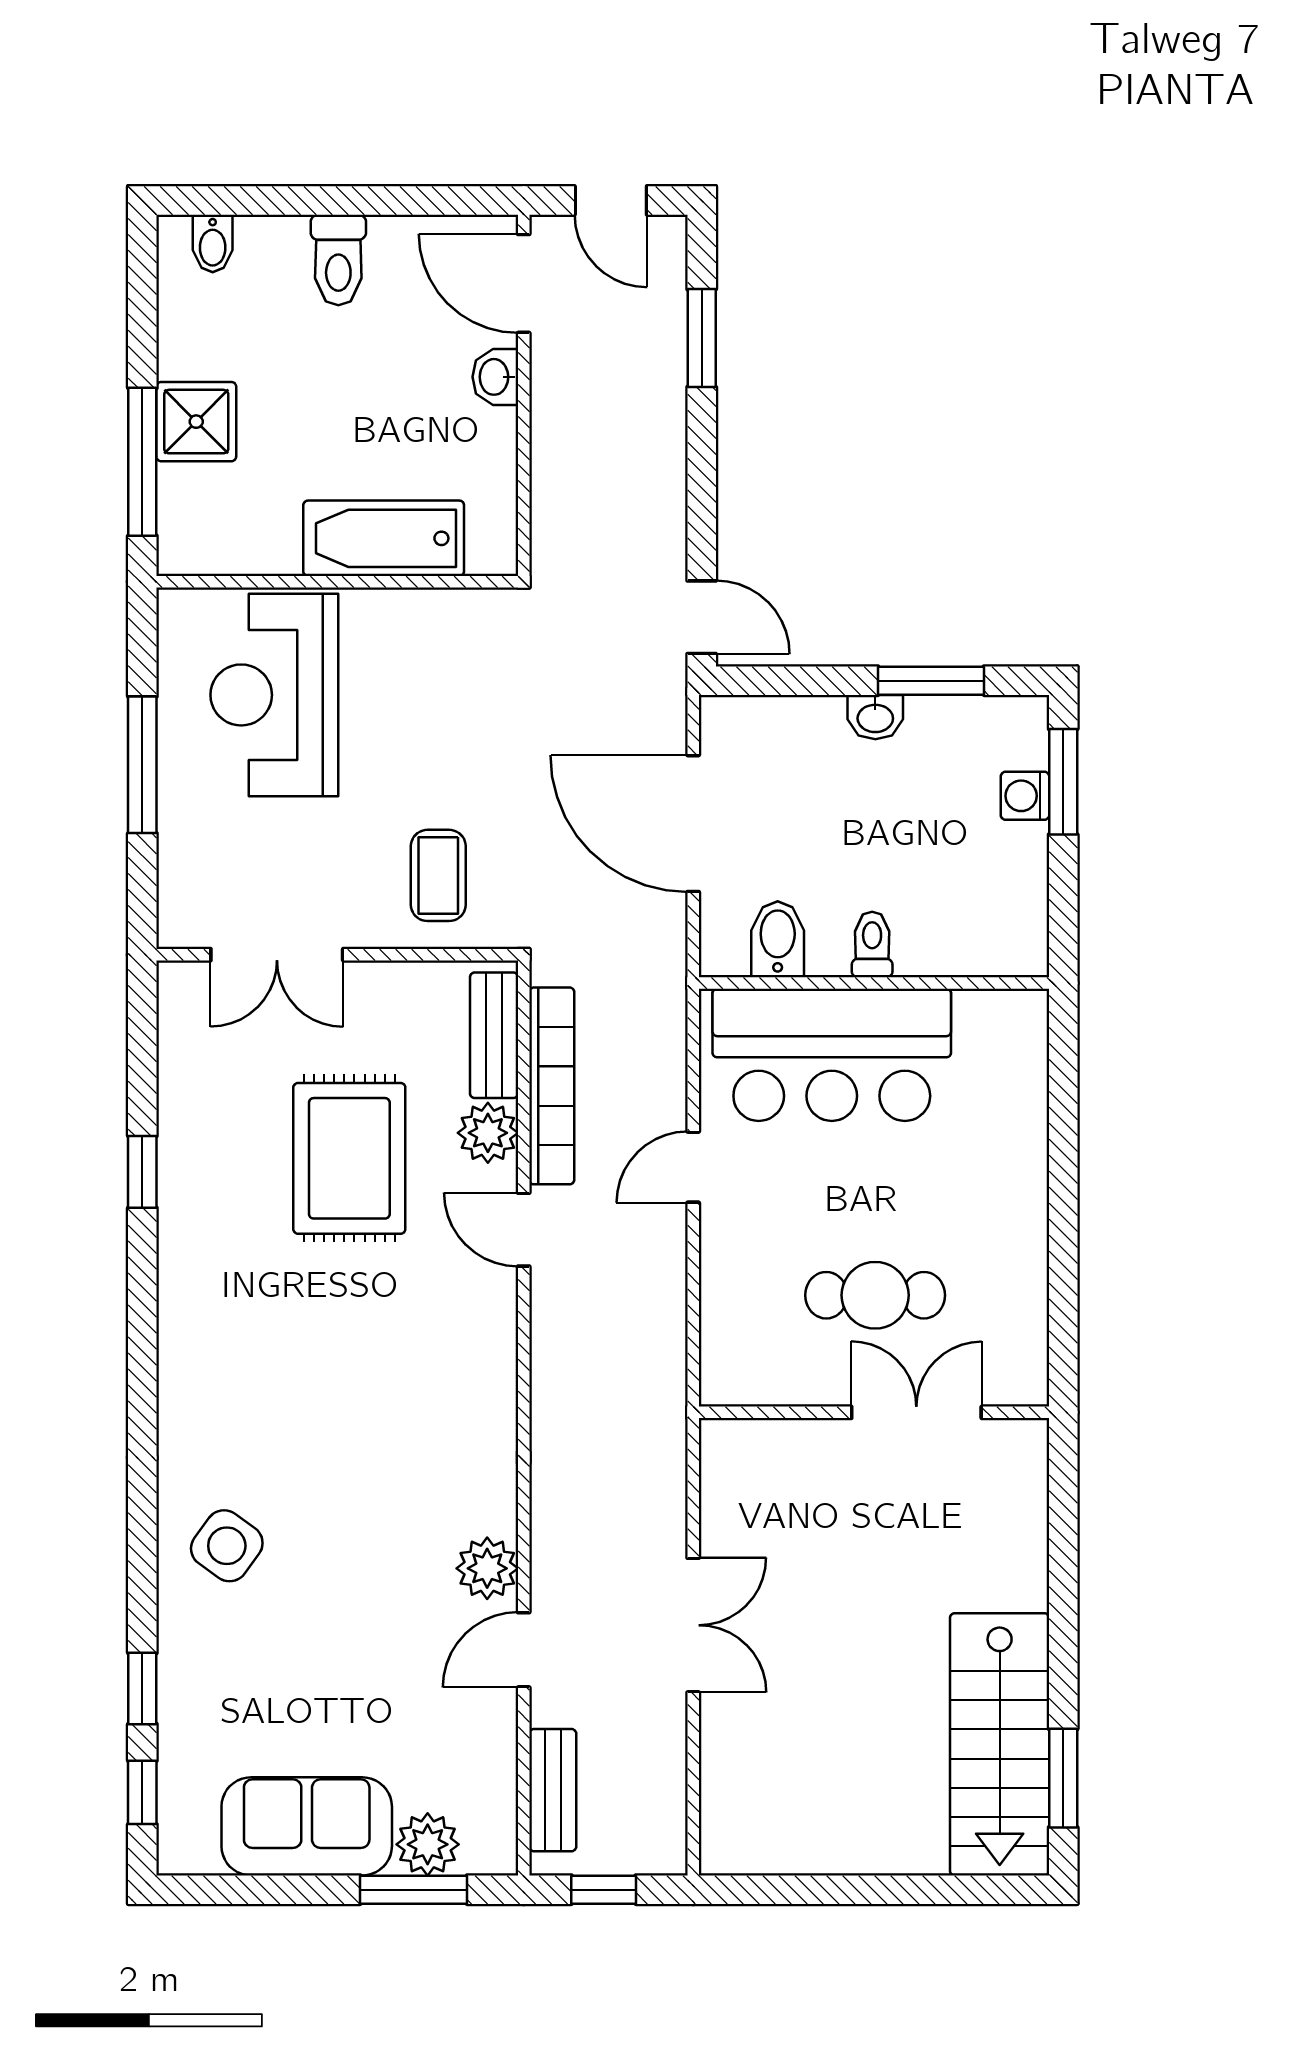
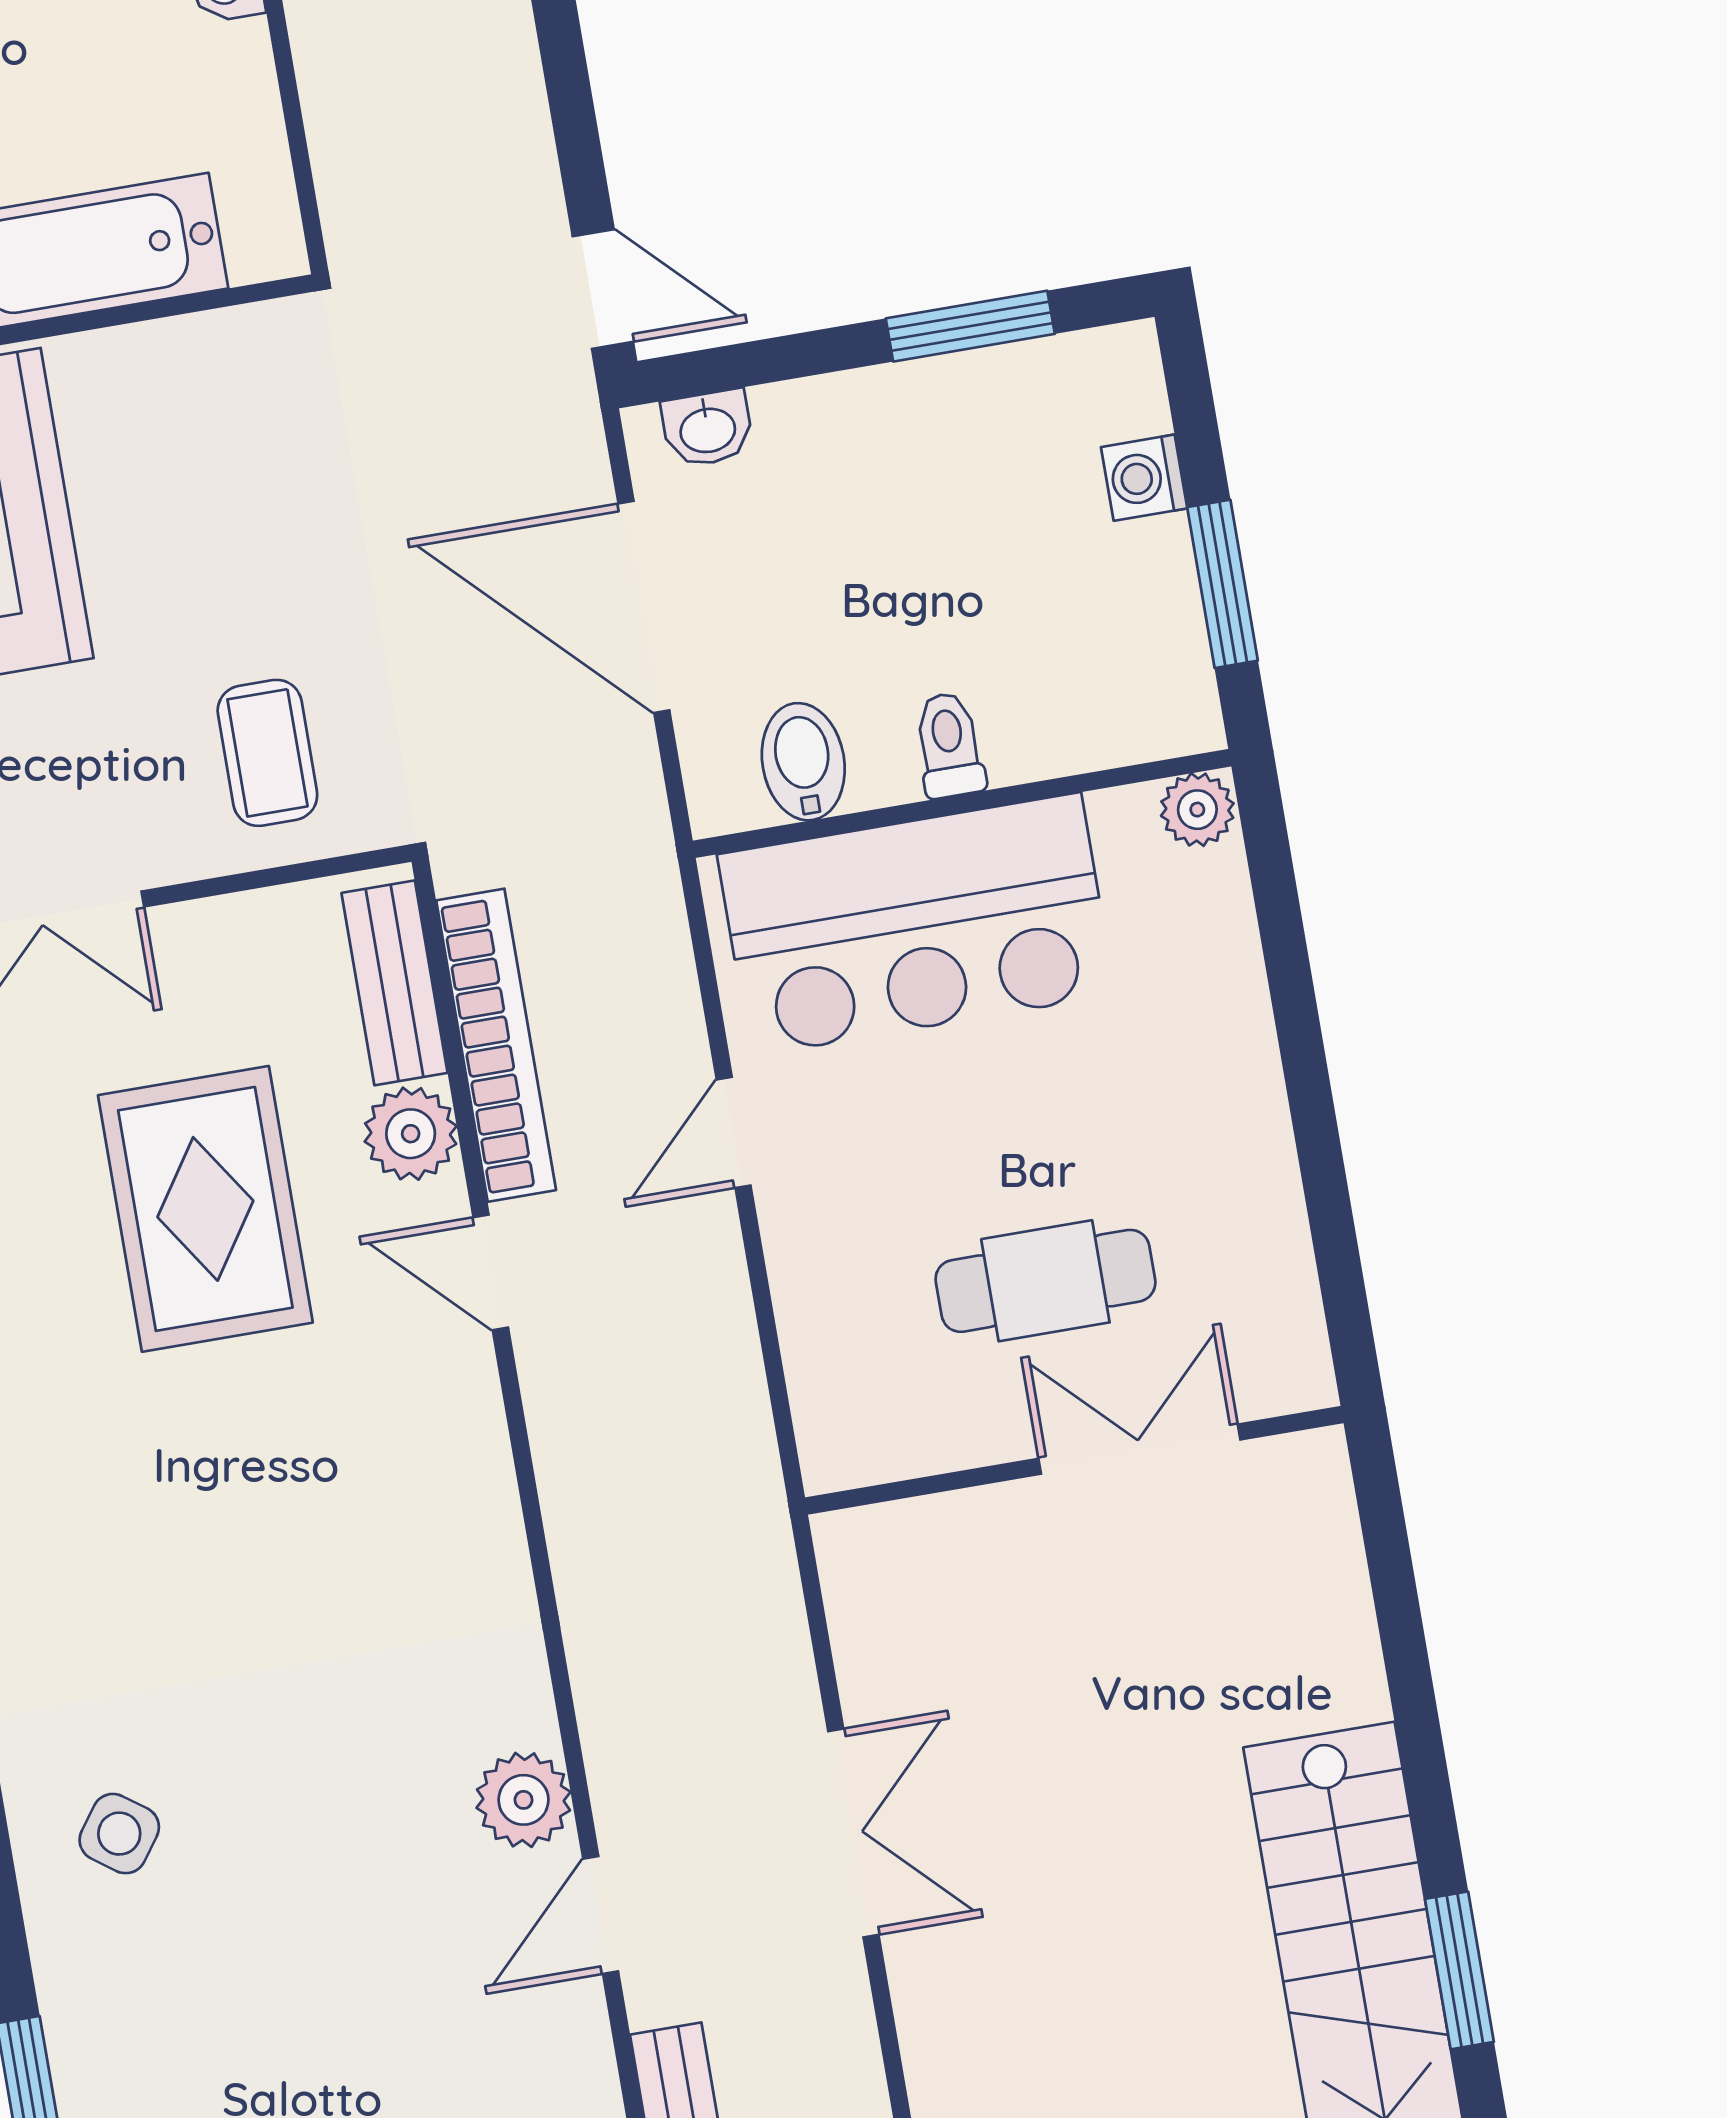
washbasin: (875, 717) -> (707, 428), moved
window: (1063, 782) -> (1222, 584), moved
plant: (1023, 1012) -> (1197, 810), added
side table: (227, 1546) -> (119, 1834), width x0.73, depth x0.73

